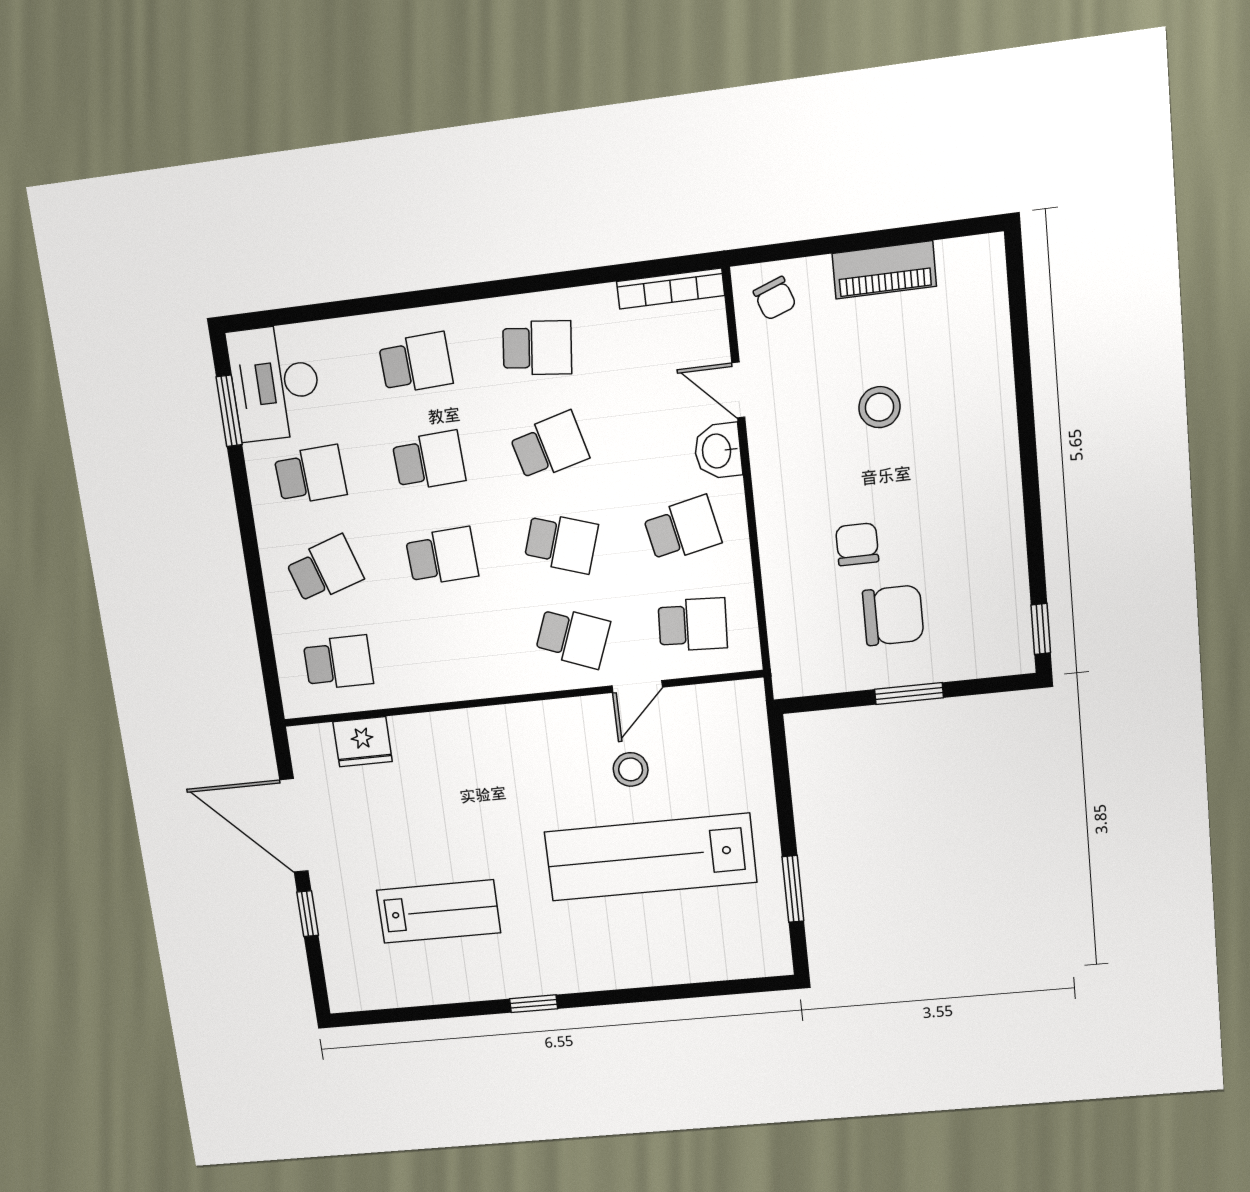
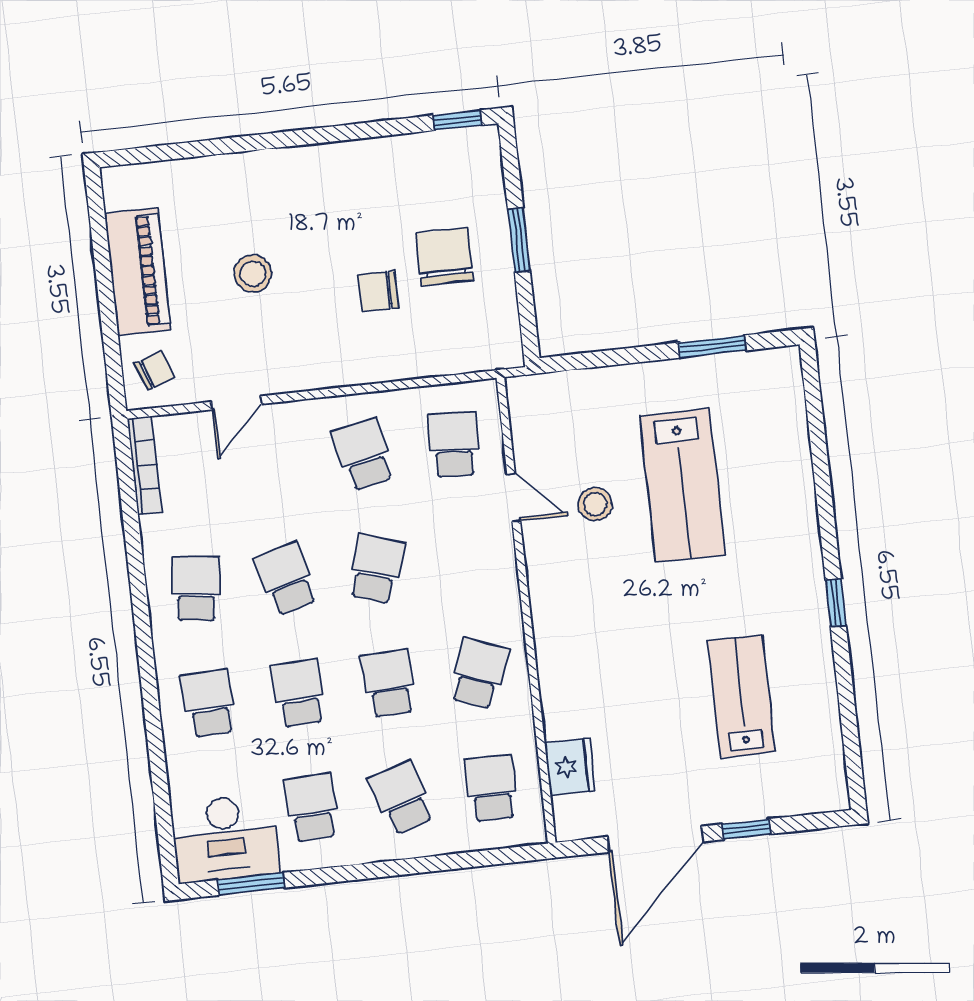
piano: (884, 270) -> (138, 272), width x1.37, depth x1.33
washbasin: (718, 451) -> (291, 421), removed
school desk: (573, 637) -> (479, 673), moved
lab bench: (650, 857) -> (682, 485), width x0.73

